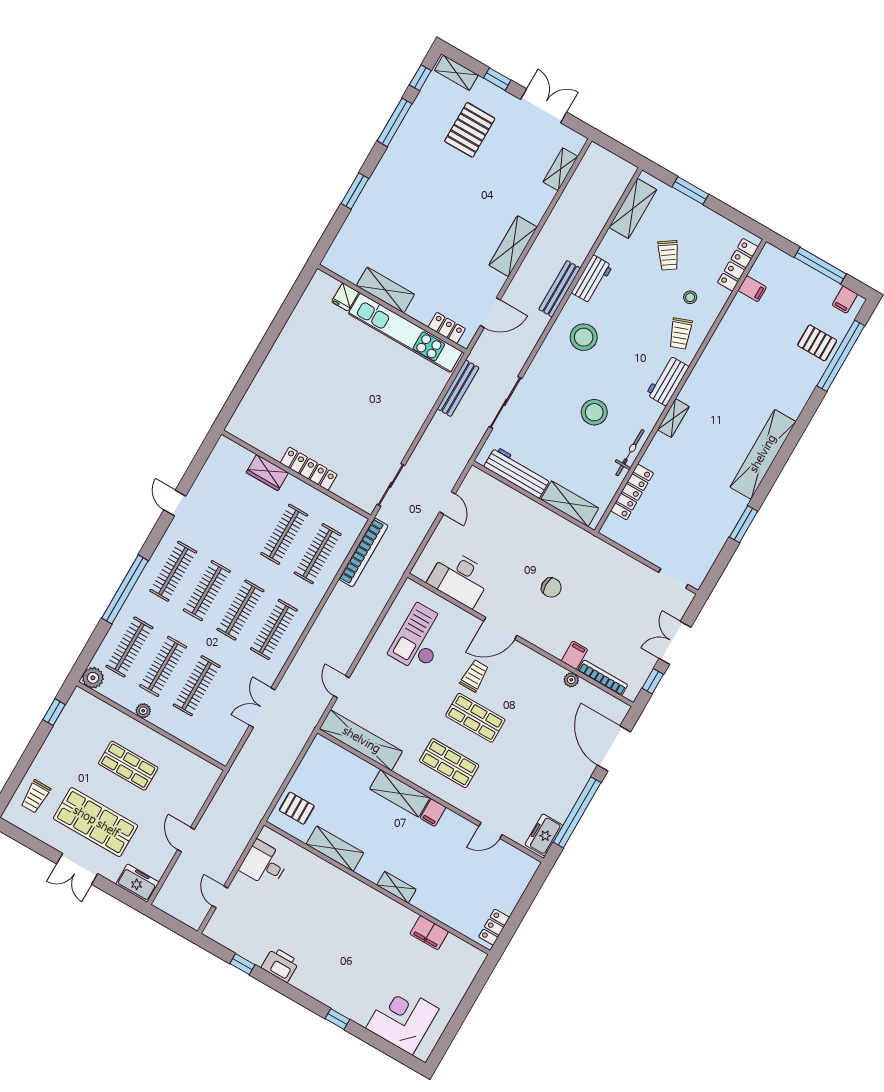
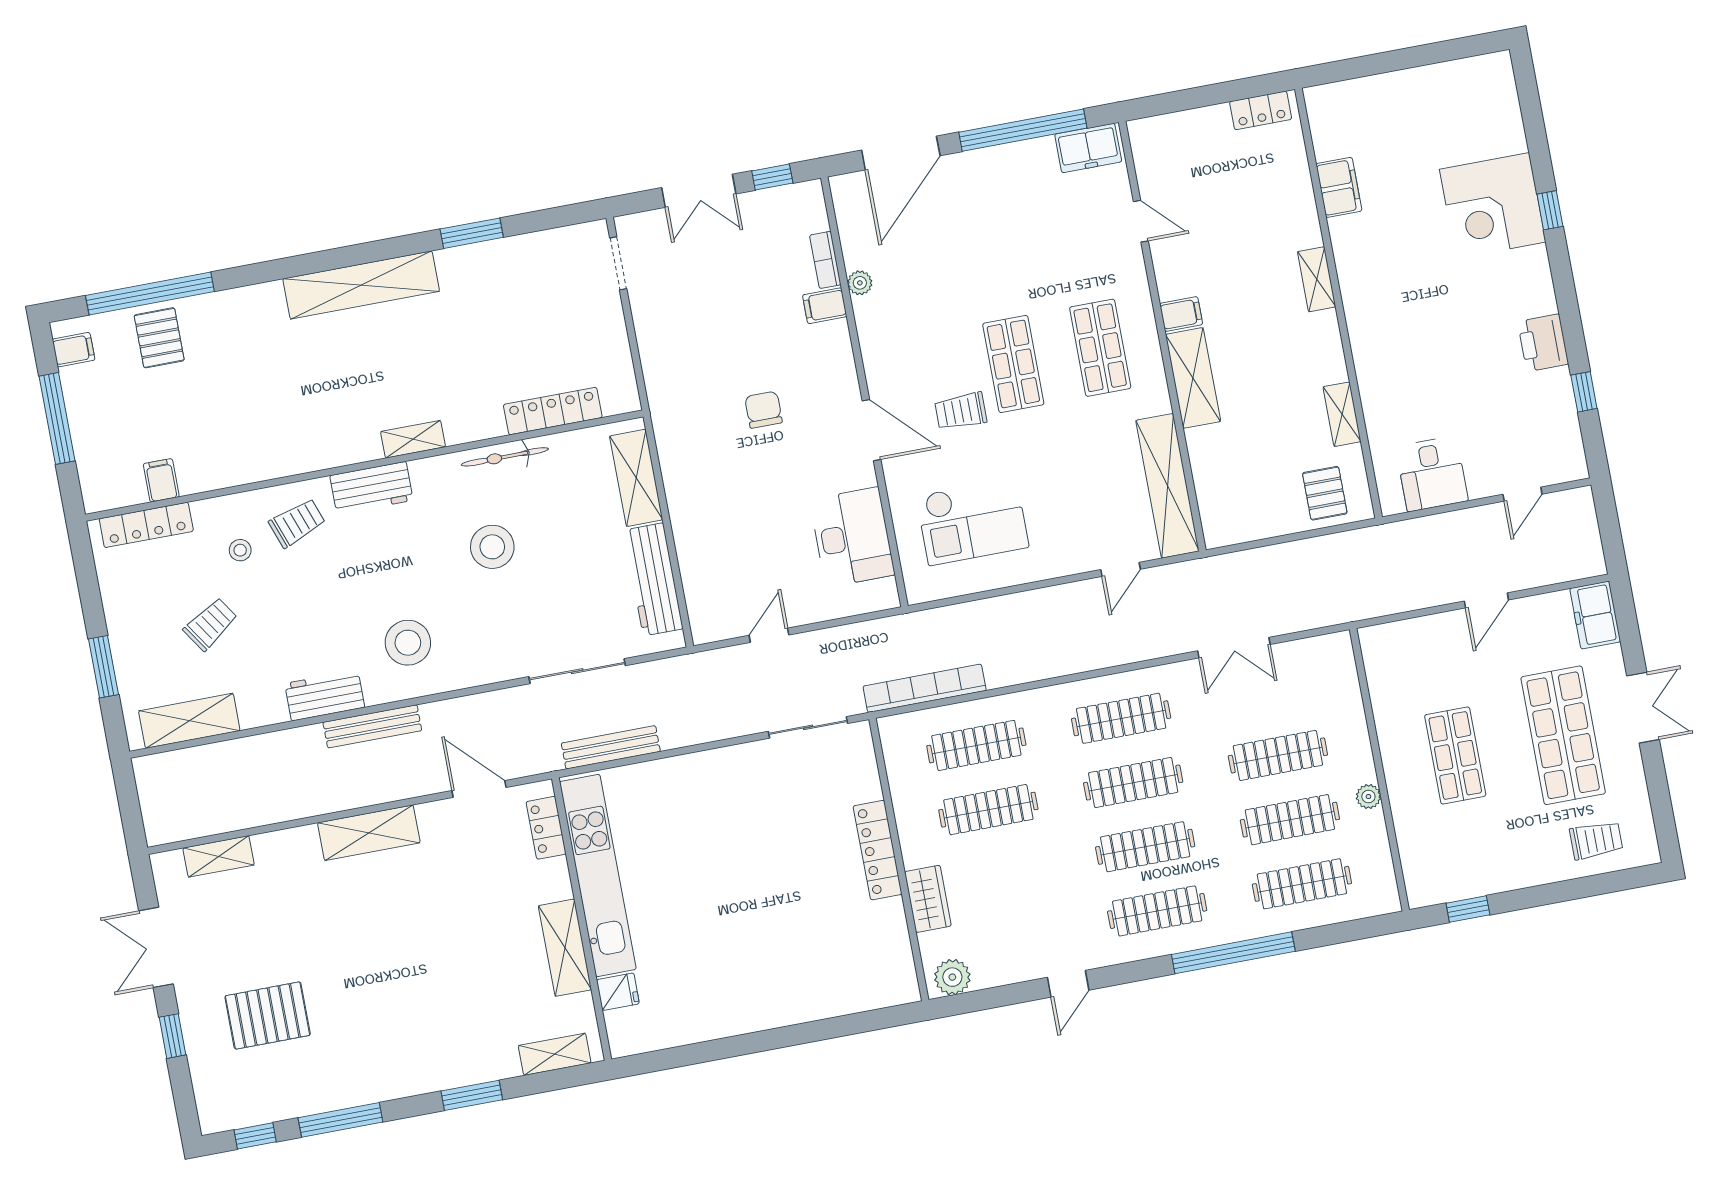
shelving: (456, 73) -> (555, 1054), moved, turned 90
plant: (93, 678) -> (952, 977), moved
bookcase: (603, 678) -> (825, 260), width x0.64
shelving: (335, 849) -> (1342, 414), width x0.67, depth x0.75
corner desk: (402, 1019) -> (1493, 206), moved

